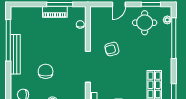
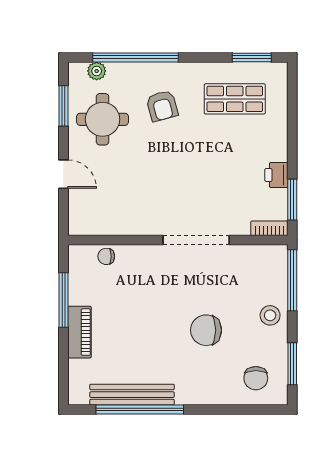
piano: (55, 12) -> (80, 332), moved
armchair: (112, 49) -> (162, 106), moved
bench: (15, 54) -> (132, 395), moved

